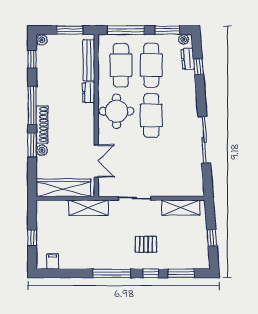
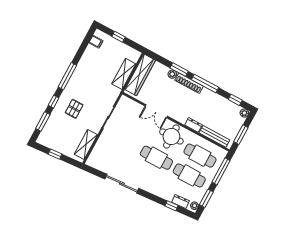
double door: (96, 161) -> (156, 111), moved
shelving: (89, 208) -> (124, 74), moved

